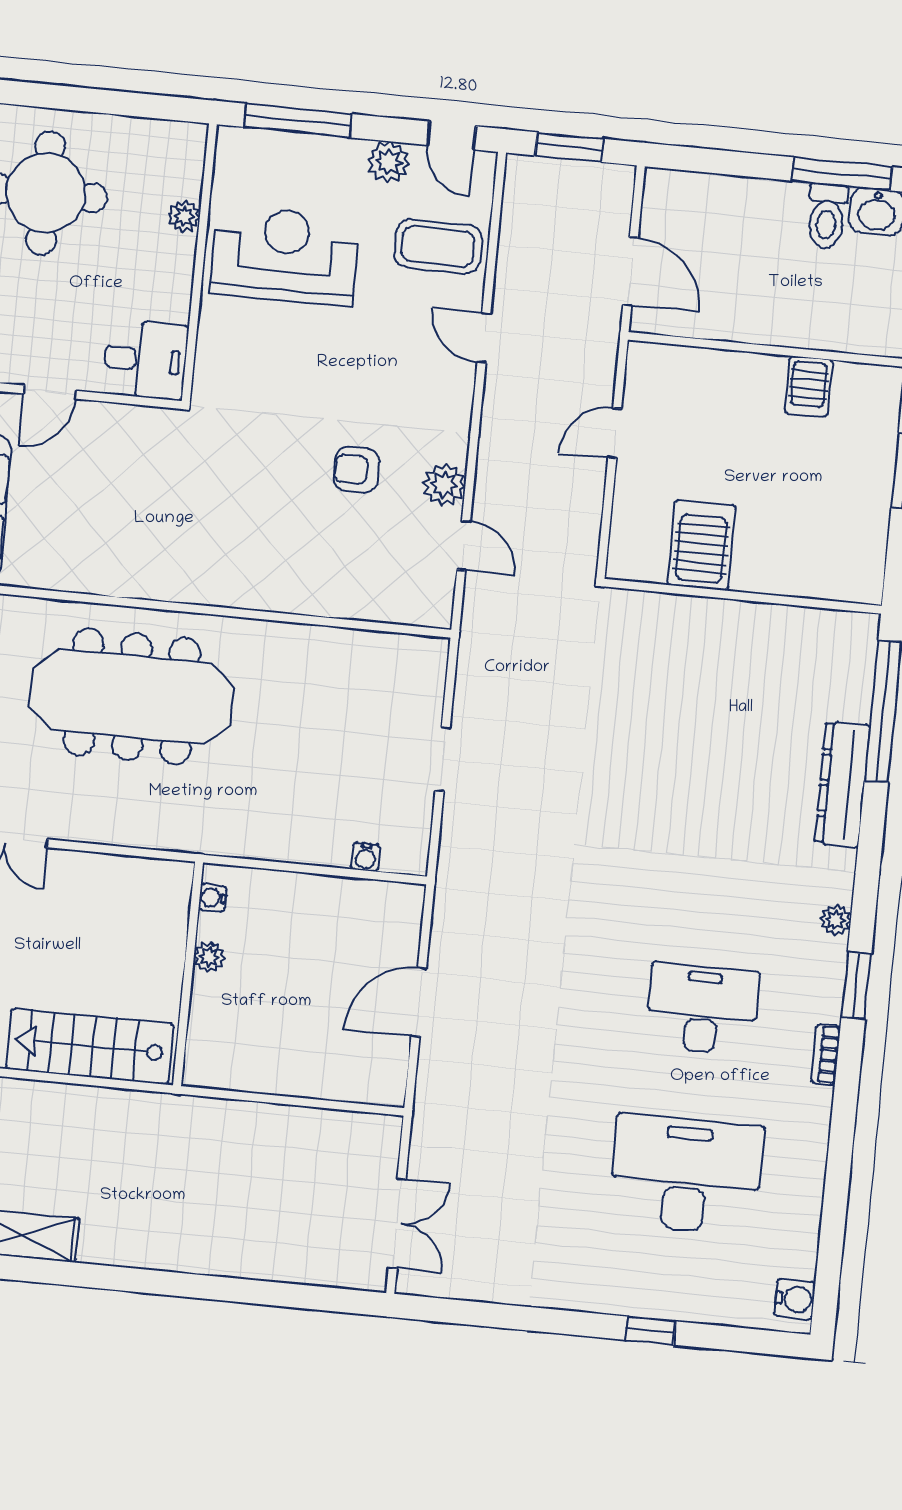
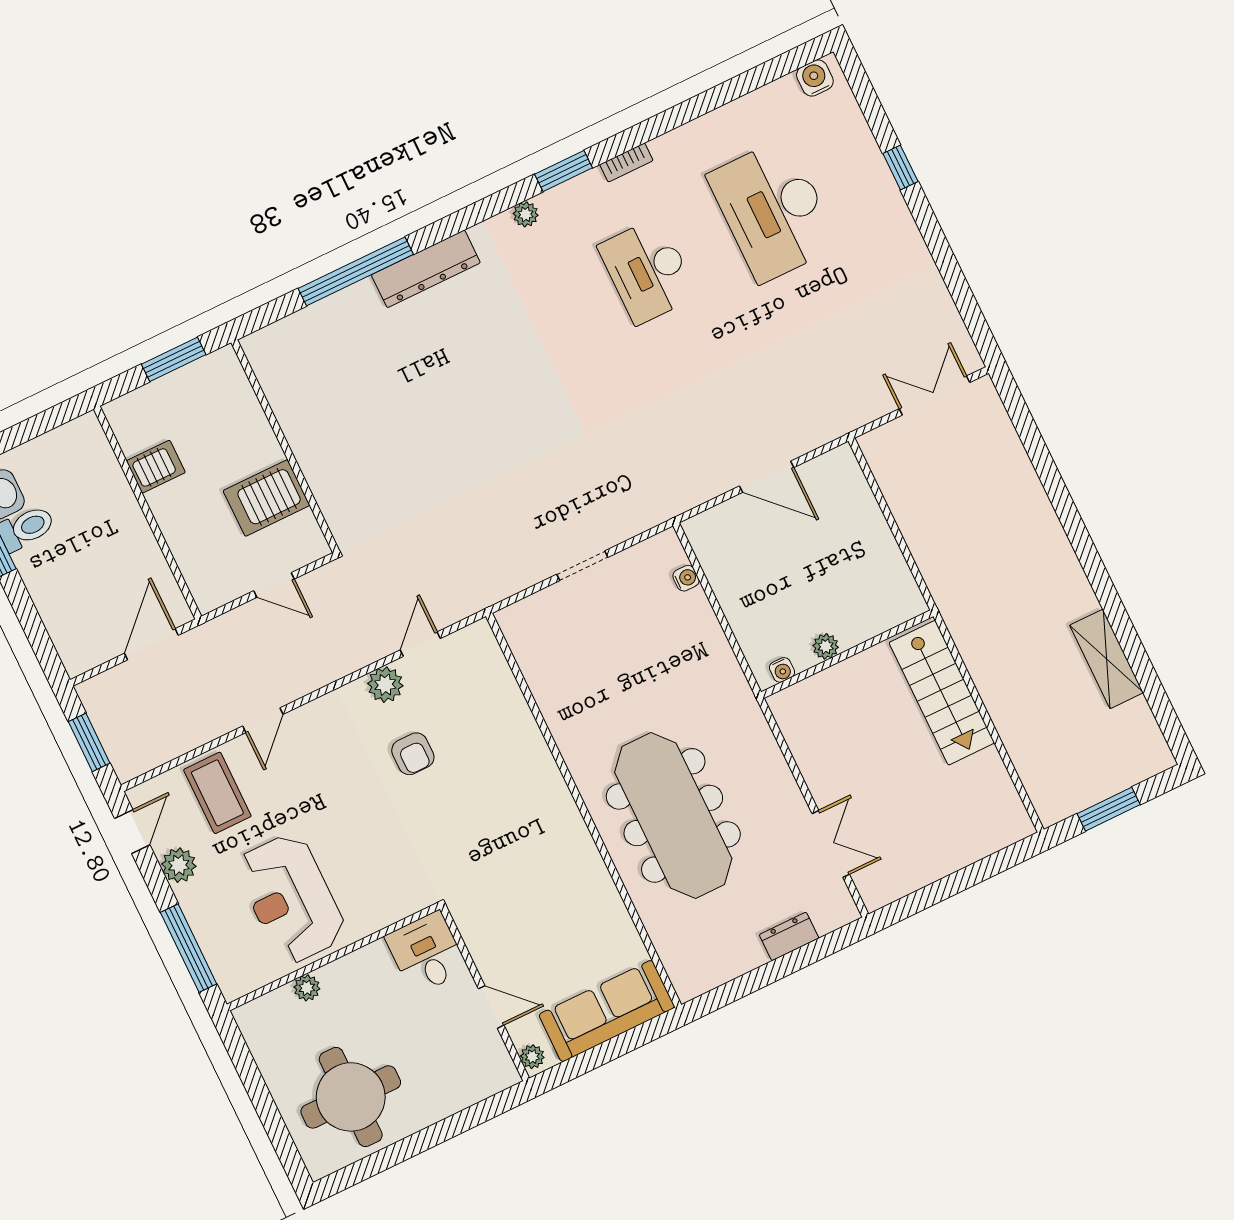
server rack: (702, 545) -> (266, 498), moved
wall: (743, 596) -> (285, 446), moved

